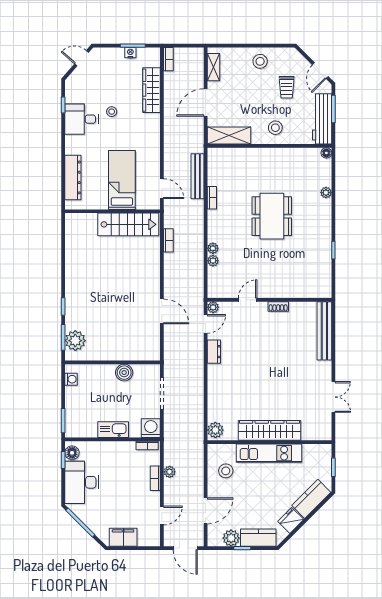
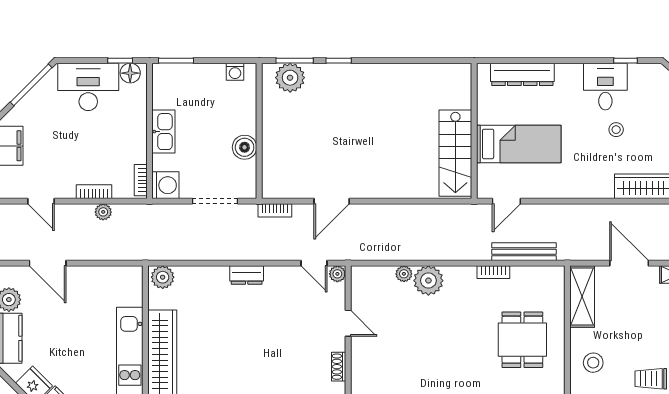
dining table: (272, 216) -> (522, 340), moved, width x0.73
bookcase: (168, 240) -> (275, 210), moved
plant: (213, 248) -> (428, 281), width x1.88, depth x1.88
dresser: (214, 352) -> (247, 275), moved
stool: (226, 471) -> (104, 292), removed

